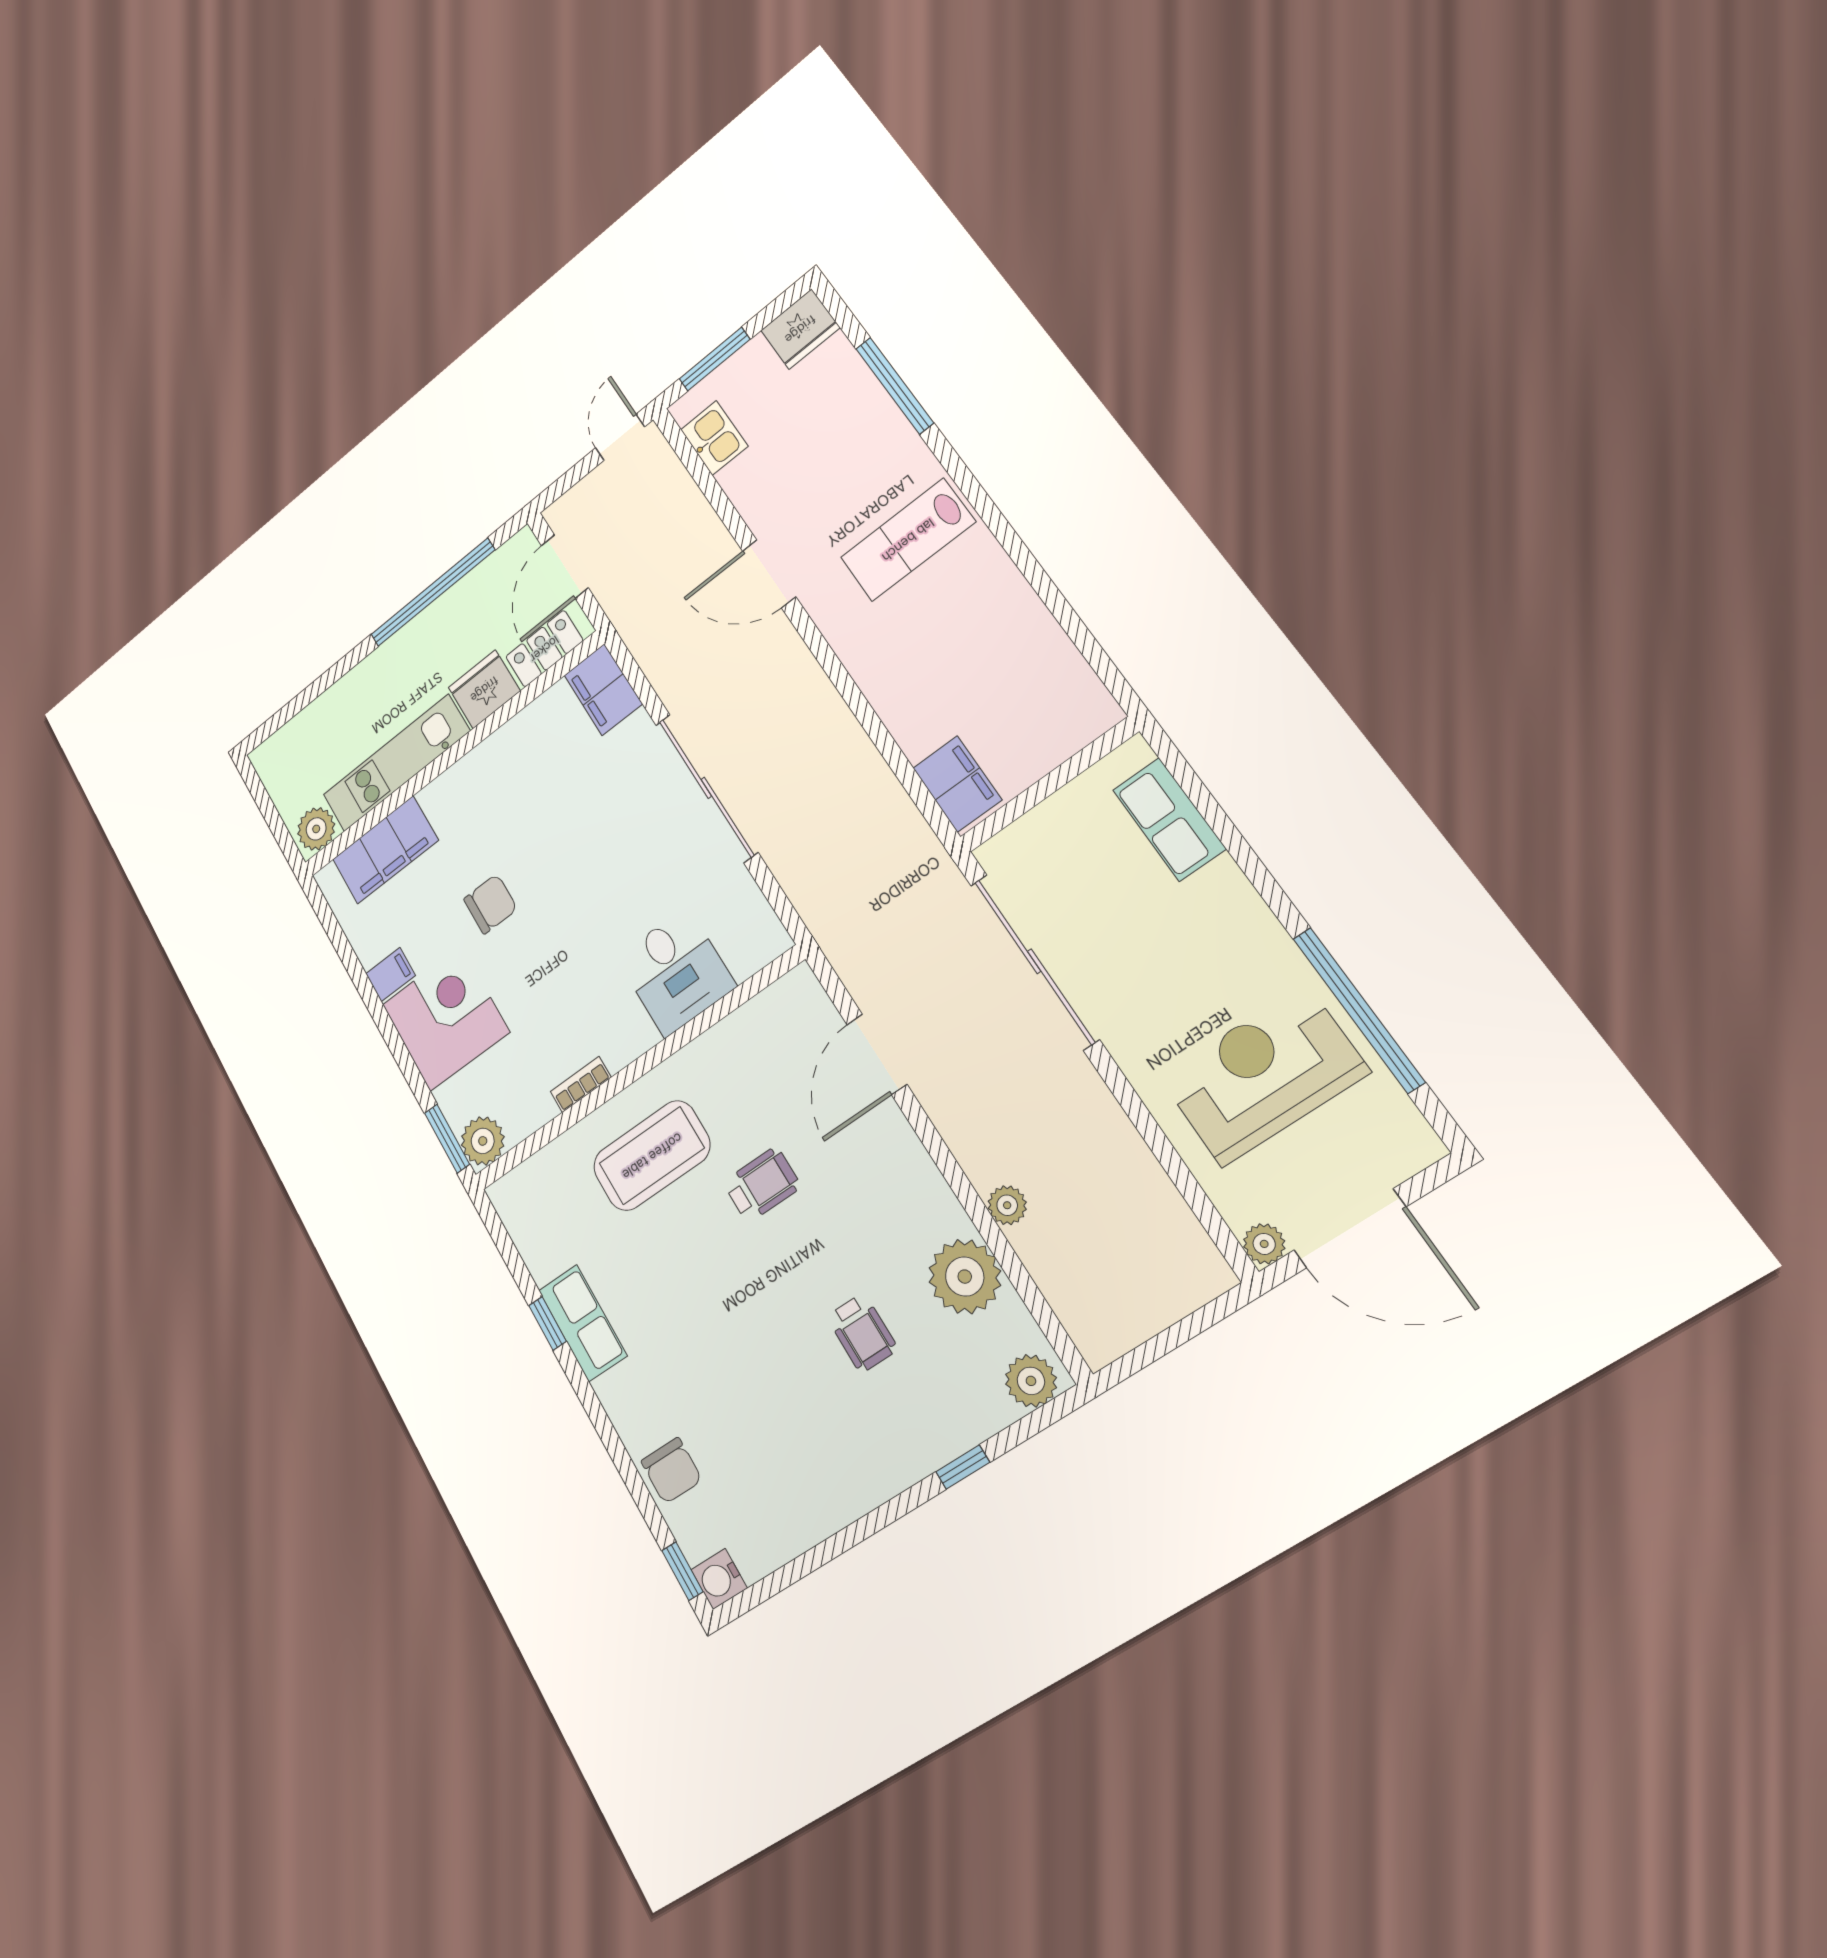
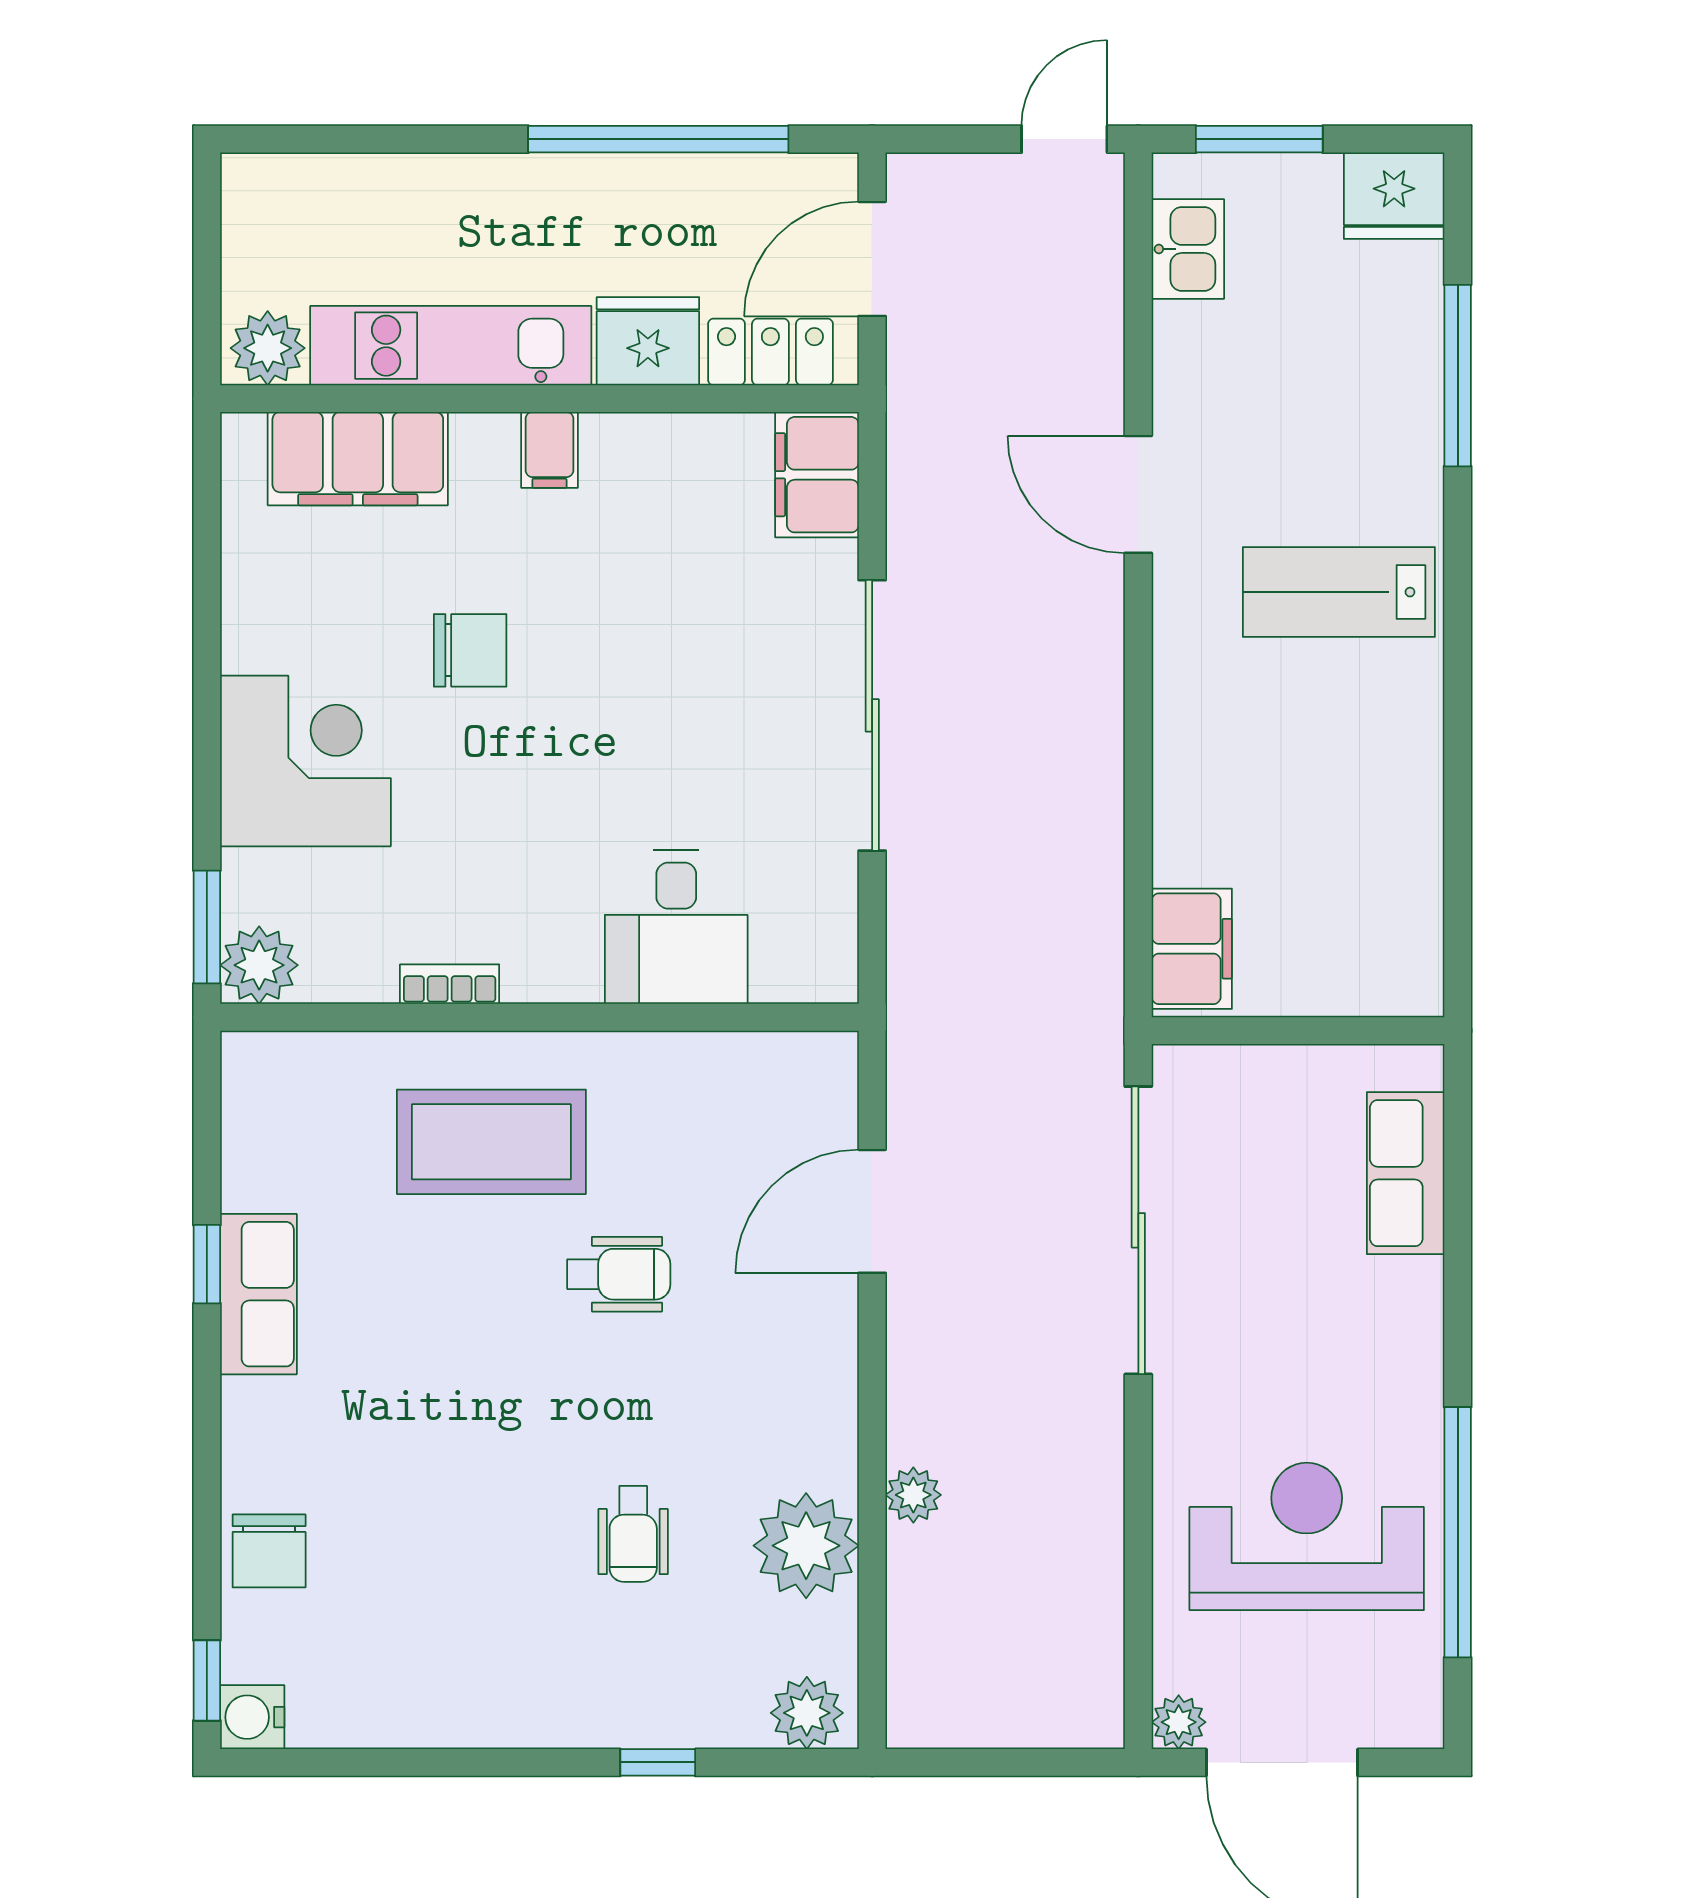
filing cabinet: (390, 975) -> (549, 450), moved, turned 90

